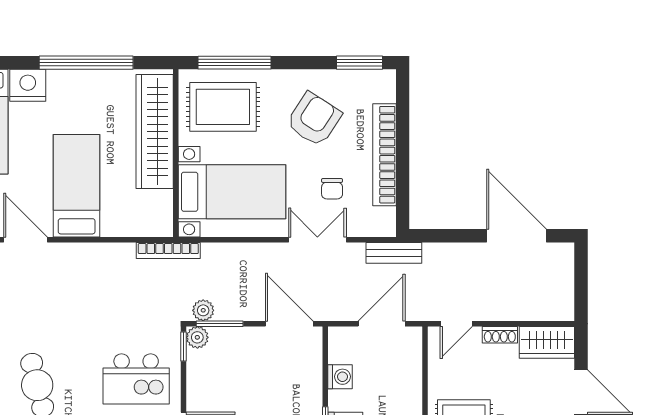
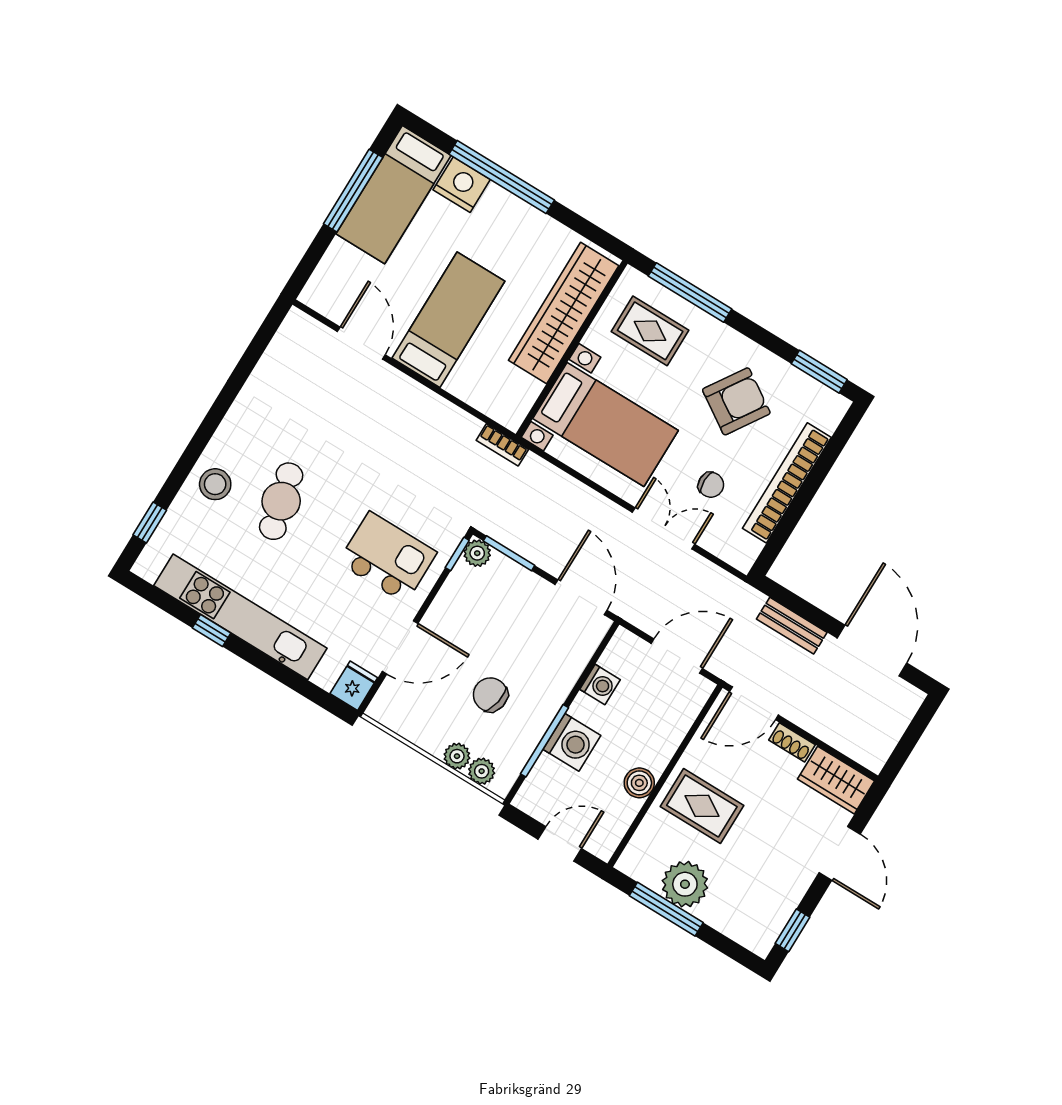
window: (86, 63) -> (502, 177), moved
rug: (223, 107) -> (650, 331), width x0.73, depth x0.70
chair: (332, 189) -> (711, 485), turned -90
bookcase: (168, 250) -> (502, 445), width x0.64
bench: (394, 253) -> (792, 626), moved
plant: (203, 310) -> (500, 529), removed
door: (456, 324) -> (754, 703), width x1.38
kitchen island: (136, 379) -> (387, 557), turned 180

